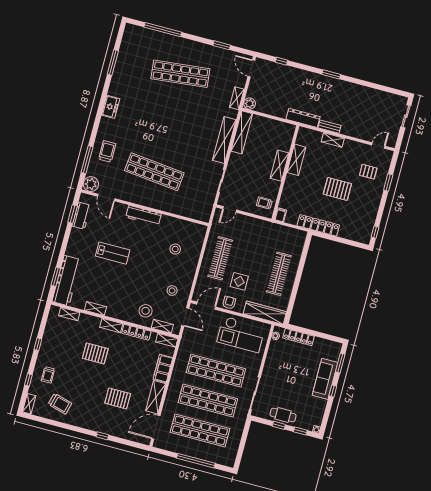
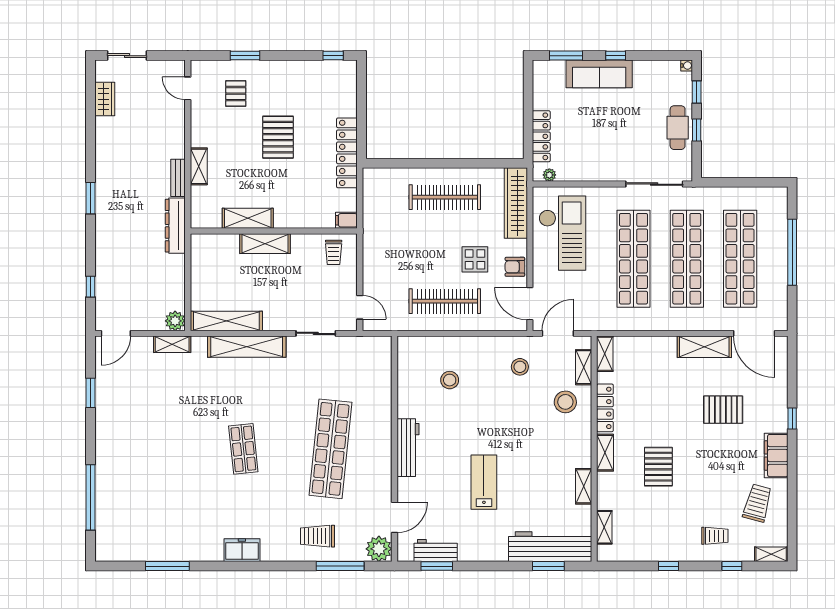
shop shelf: (180, 74) -> (243, 449), moved, width x0.50, depth x0.74
wardrobe: (385, 97) -> (105, 99), added
filing cabinet: (163, 368) -> (776, 456), moved, turned 90
pallet: (118, 398) -> (723, 410), turned 90

